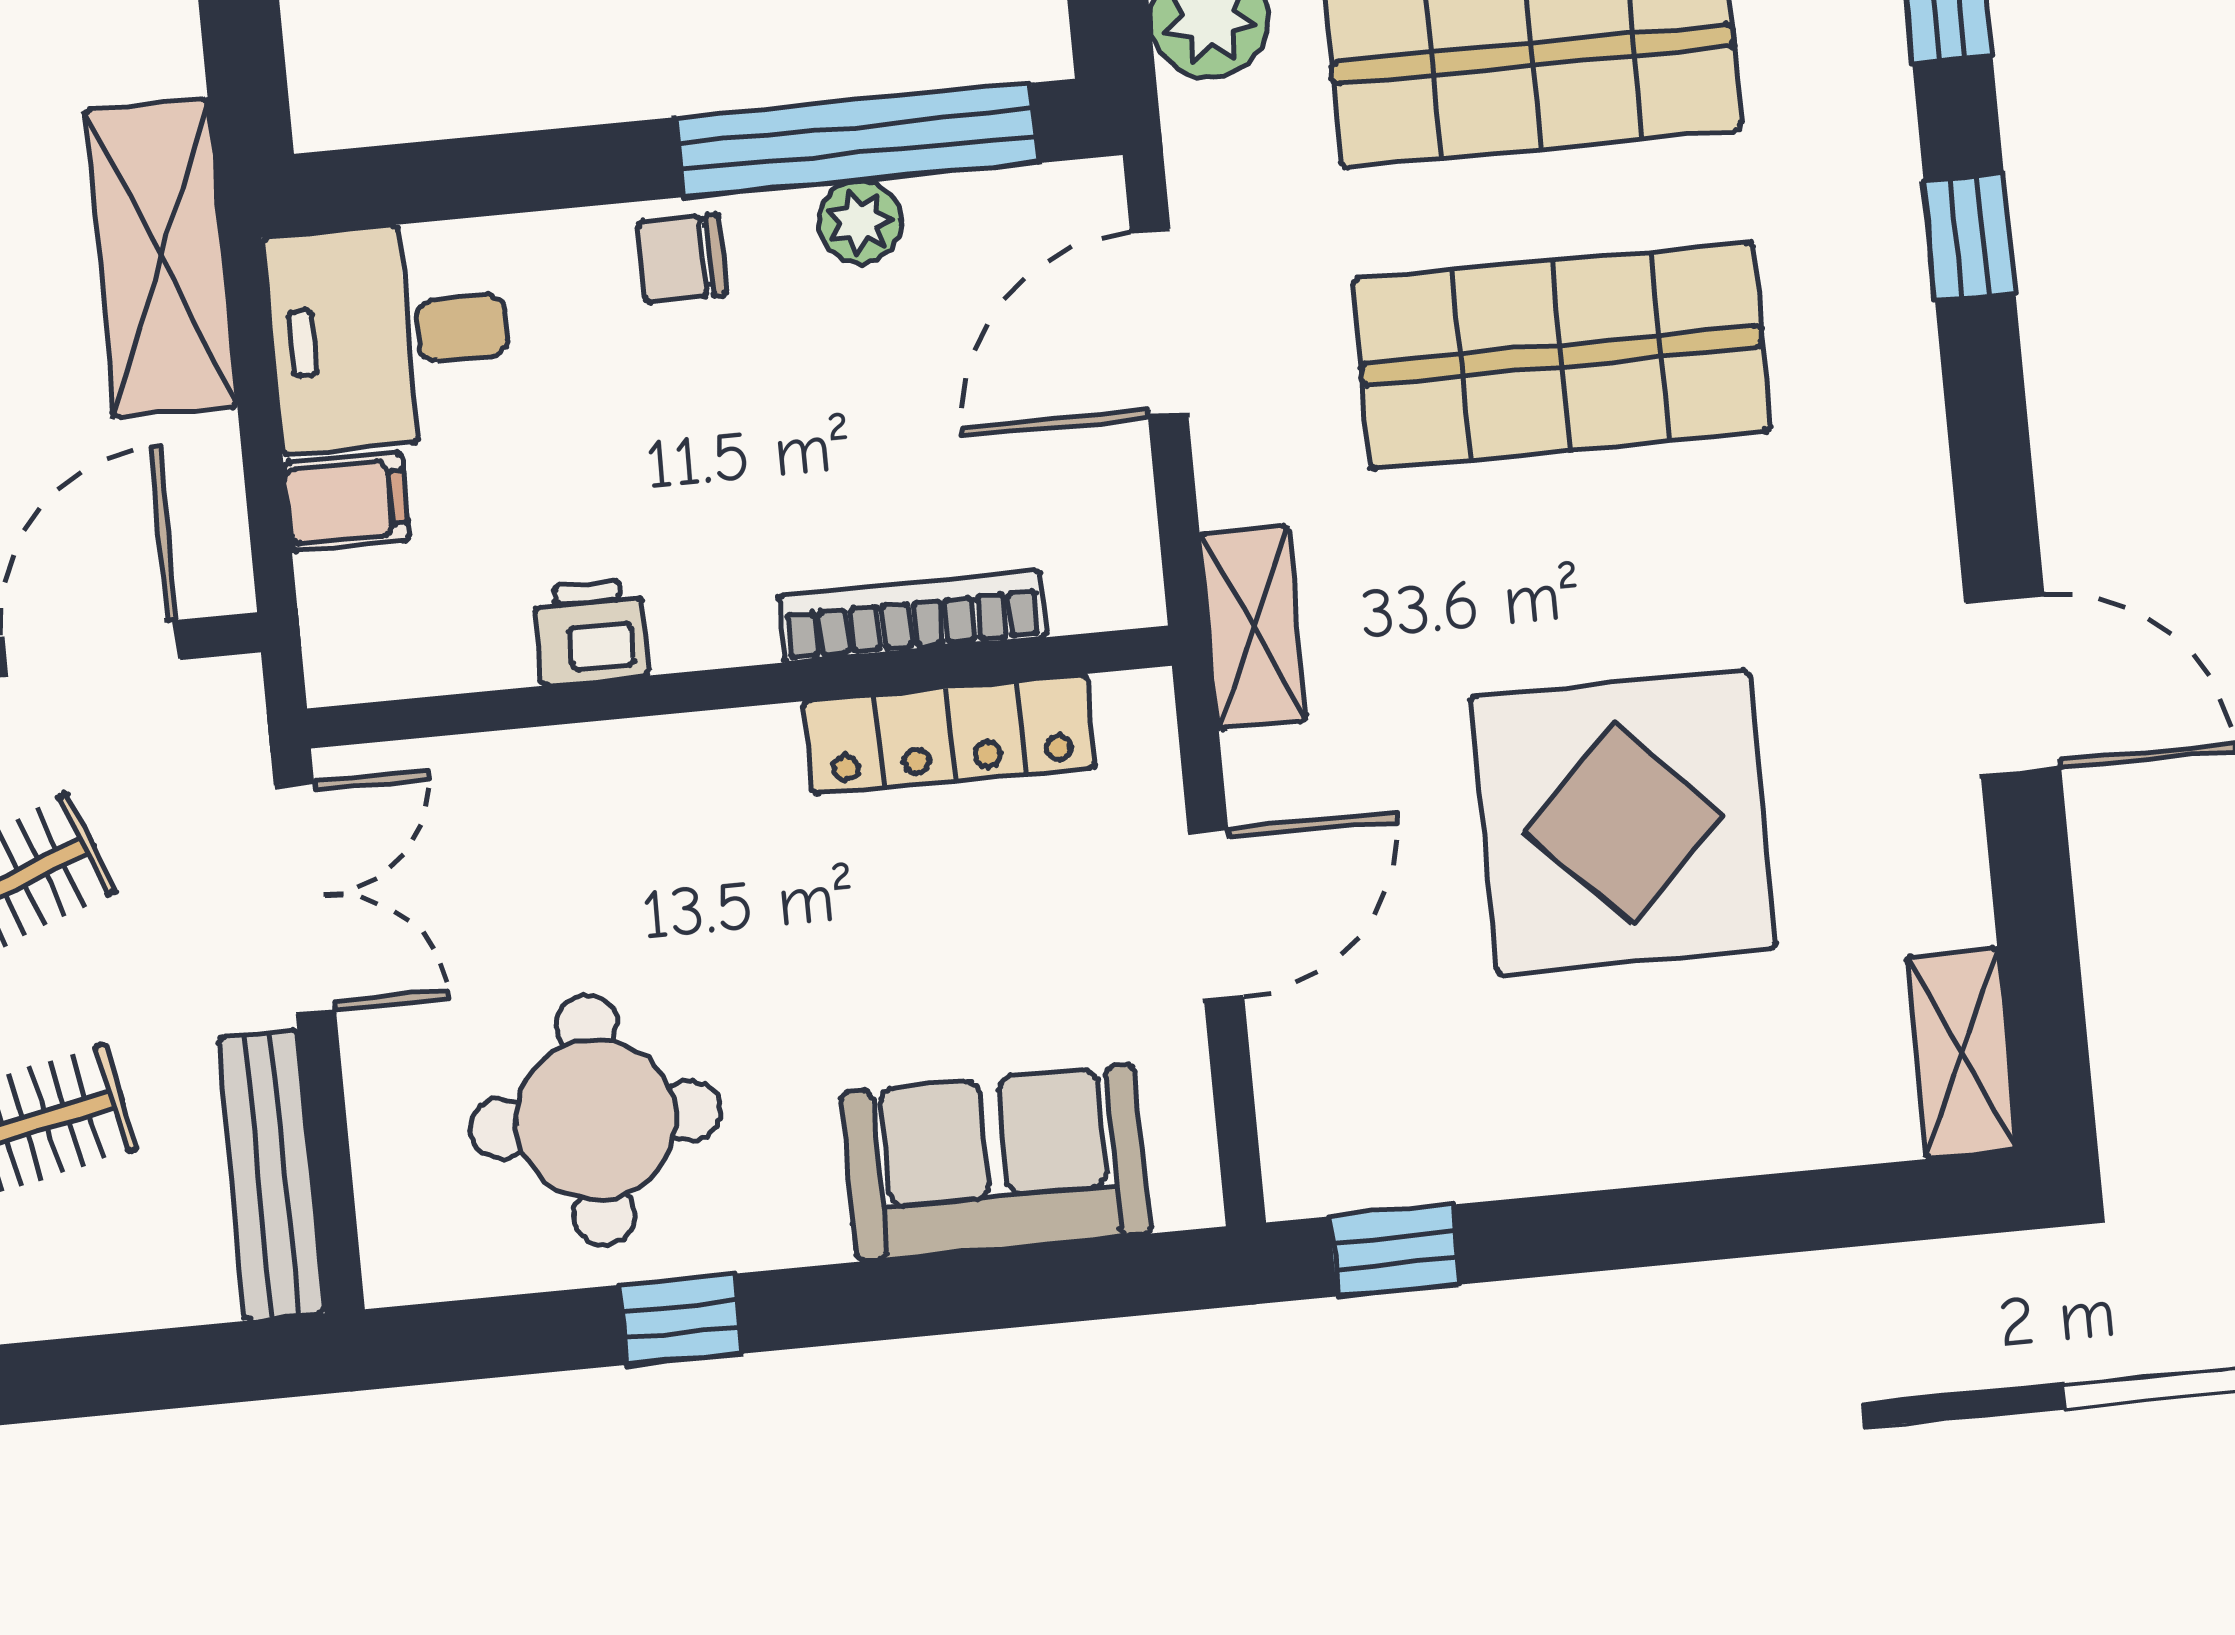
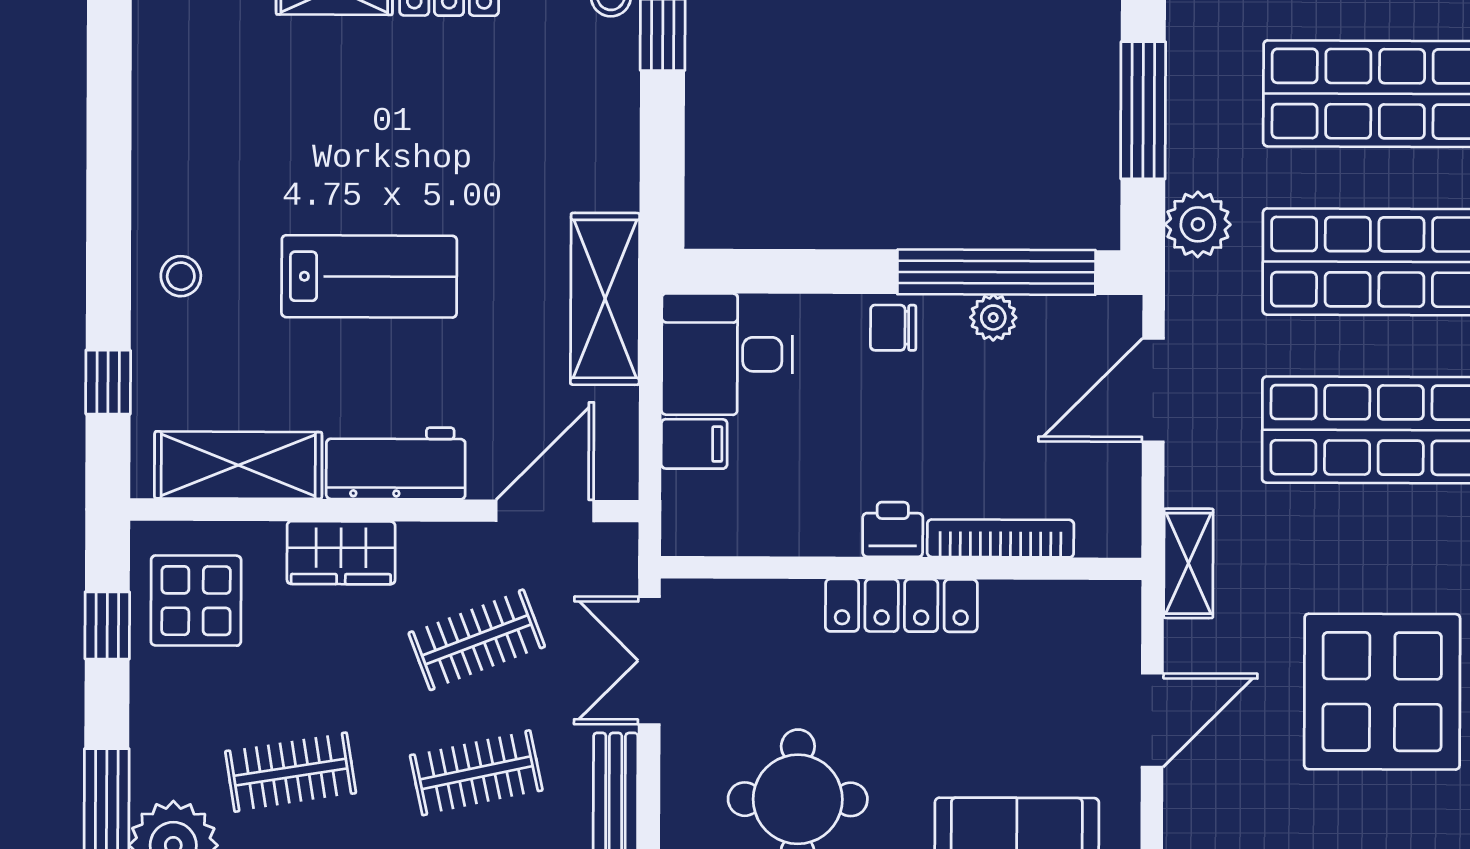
printer: (591, 632) -> (893, 530), moved
locker: (950, 734) -> (901, 605), moved
double door: (305, 898) -> (649, 661), swing flipped

